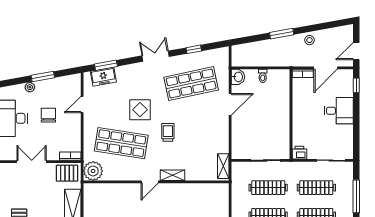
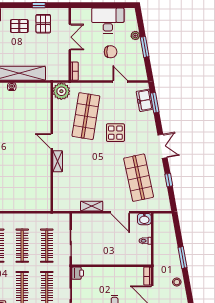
trolley: (168, 132) -> (95, 157), removed
shelving: (223, 166) -> (92, 206), moved
pallet: (67, 173) -> (43, 24), moved

